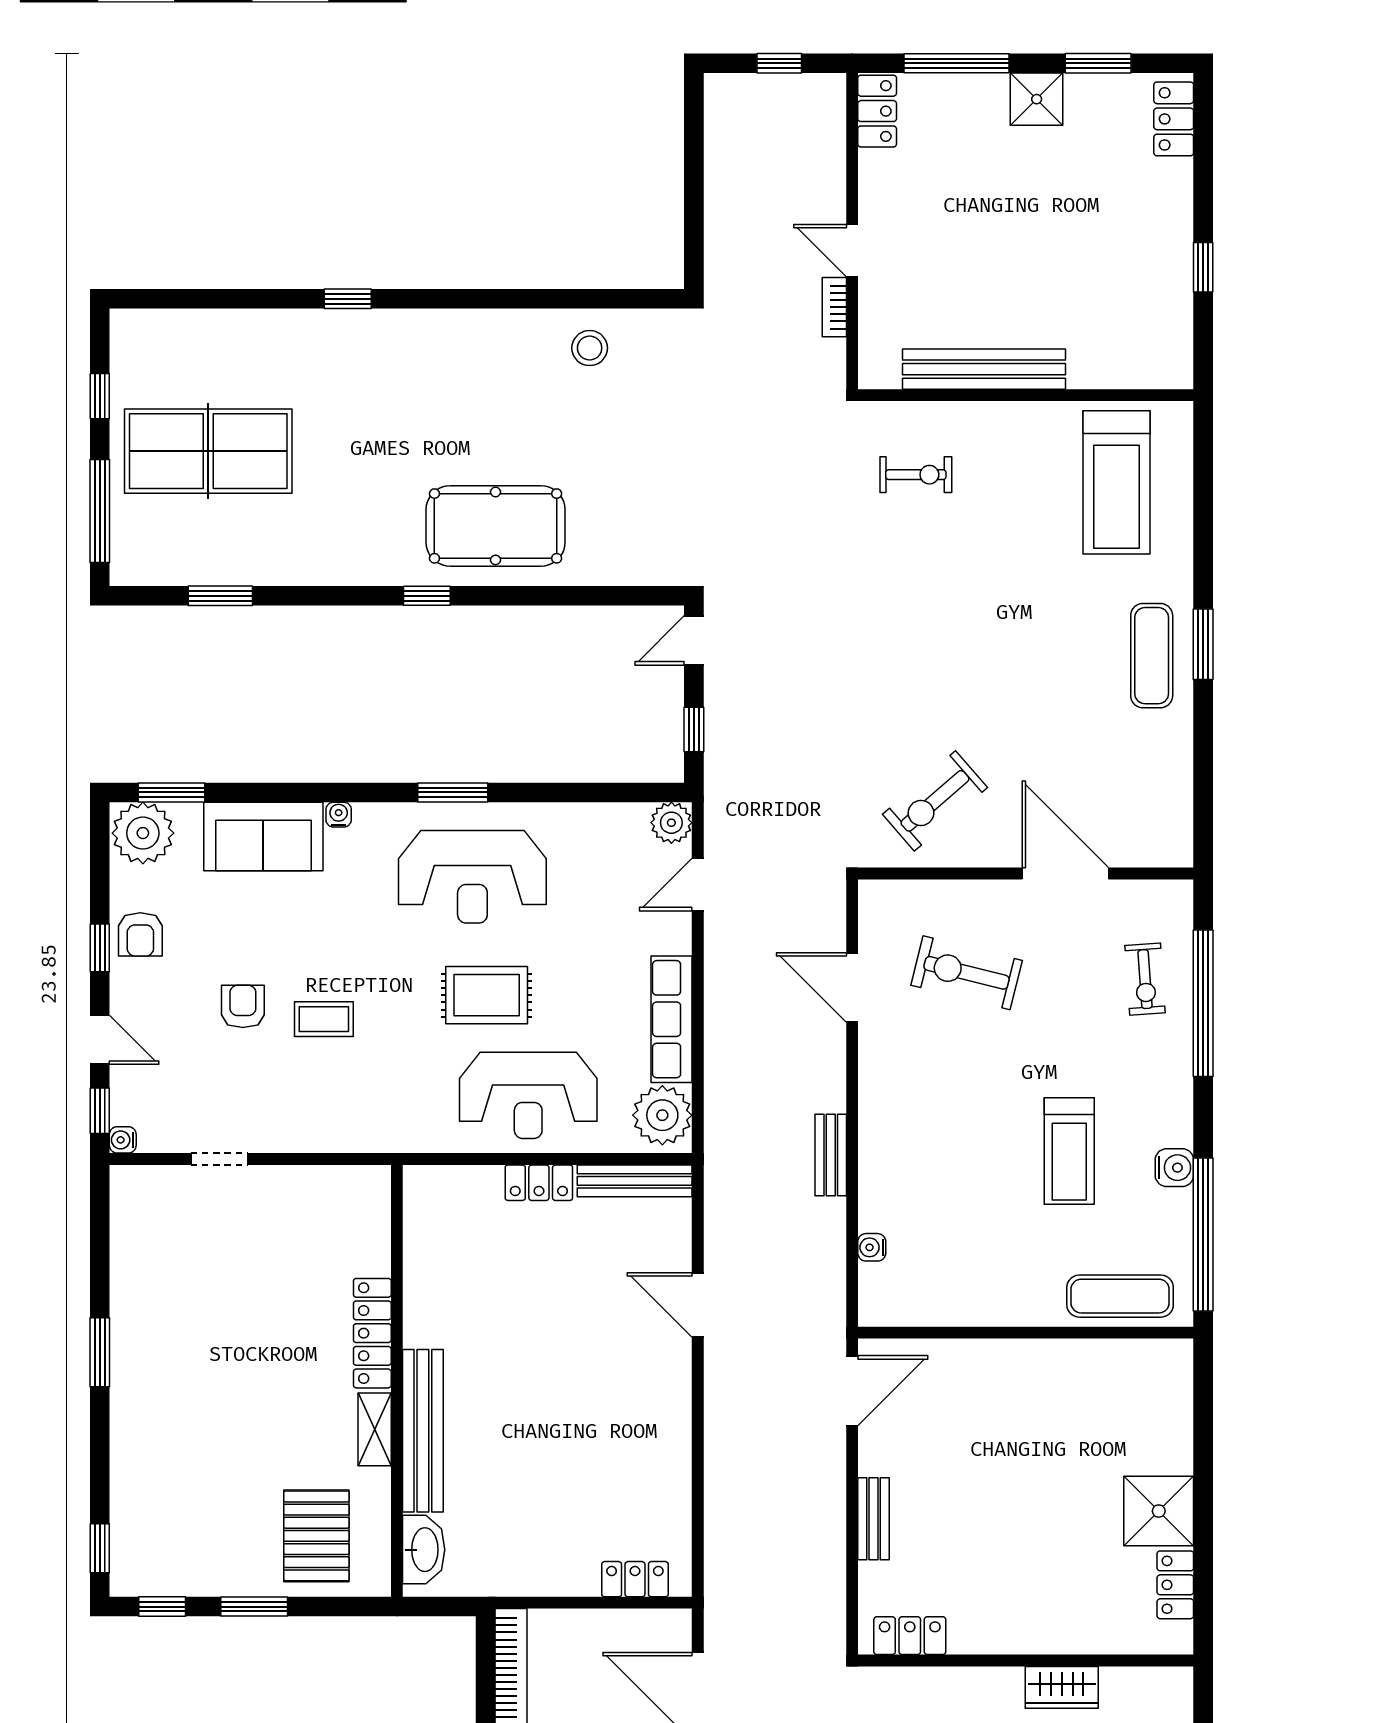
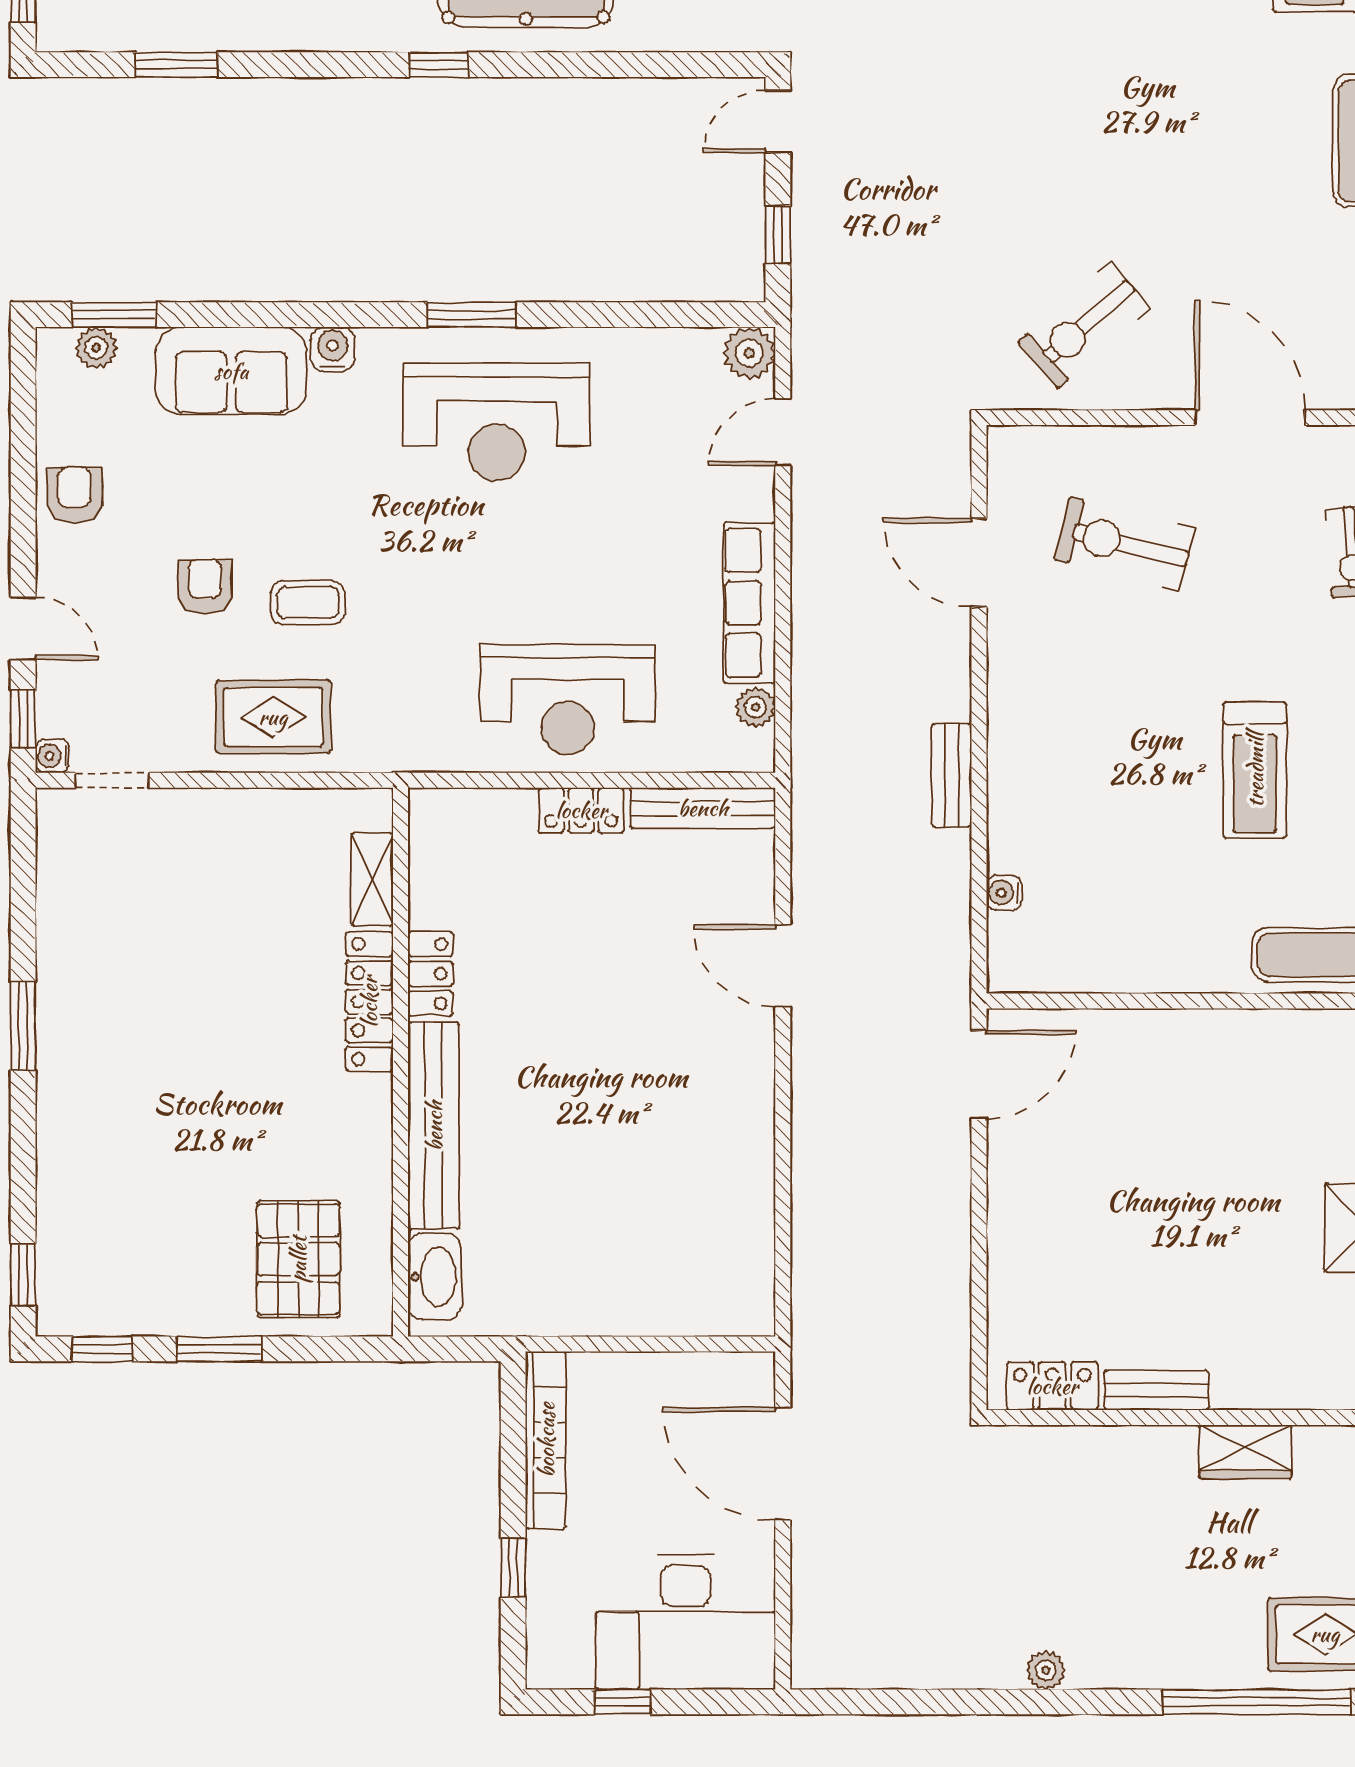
water cooler: (339, 815) -> (333, 349), width x1.38, depth x1.38
plant: (143, 833) -> (96, 348), width x0.53, depth x0.53
armchair: (140, 934) -> (75, 495), turned 180
window: (100, 948) -> (23, 512), removed
rug: (487, 995) -> (273, 717), moved
plant: (662, 1115) -> (755, 707), width x0.53, depth x0.53
doorway: (219, 1159) -> (112, 780), moved
shelving: (375, 1429) -> (372, 879), moved
bench: (874, 1519) -> (1156, 1390), moved, turned 90
locker: (635, 1579) -> (430, 974), moved, turned 90

